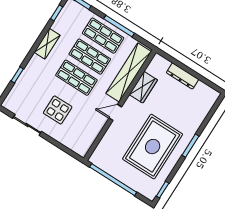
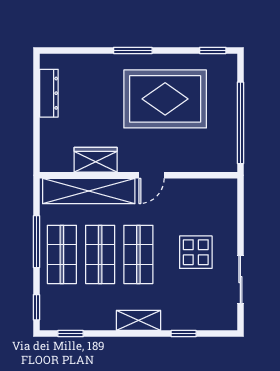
shelving: (47, 44) -> (138, 320), moved
dresser: (183, 76) -> (49, 93), moved
door: (115, 112) -> (152, 175), hinge flipped

